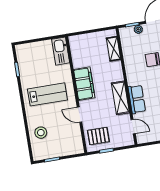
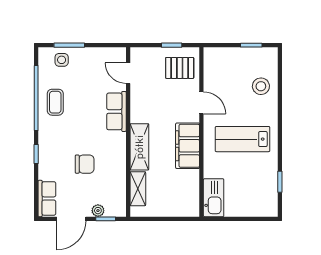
shelving: (120, 98) -> (139, 147), moved

